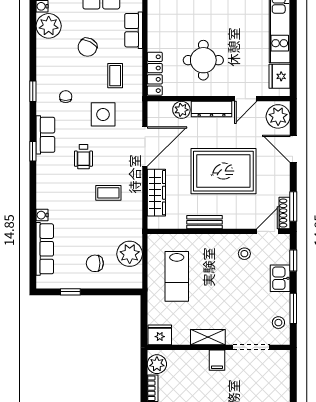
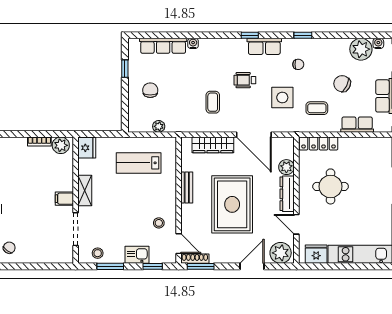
plant: (130, 254) -> (159, 126), width x0.53, depth x0.53

